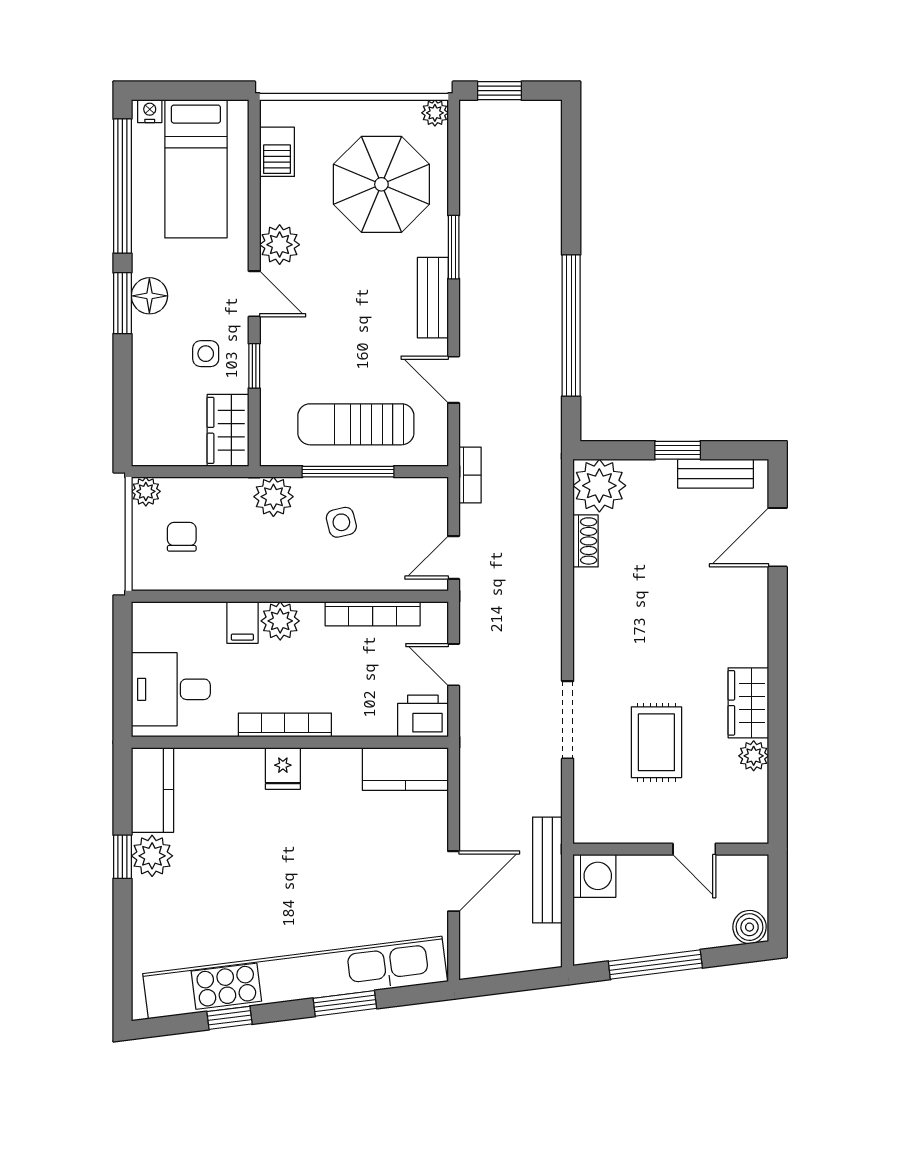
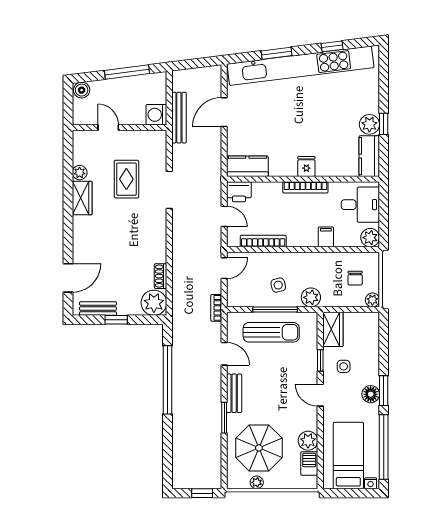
plant: (435, 113) -> (257, 482), moved
plant: (280, 245) -> (308, 441), moved
plant: (280, 621) -> (370, 238), moved

